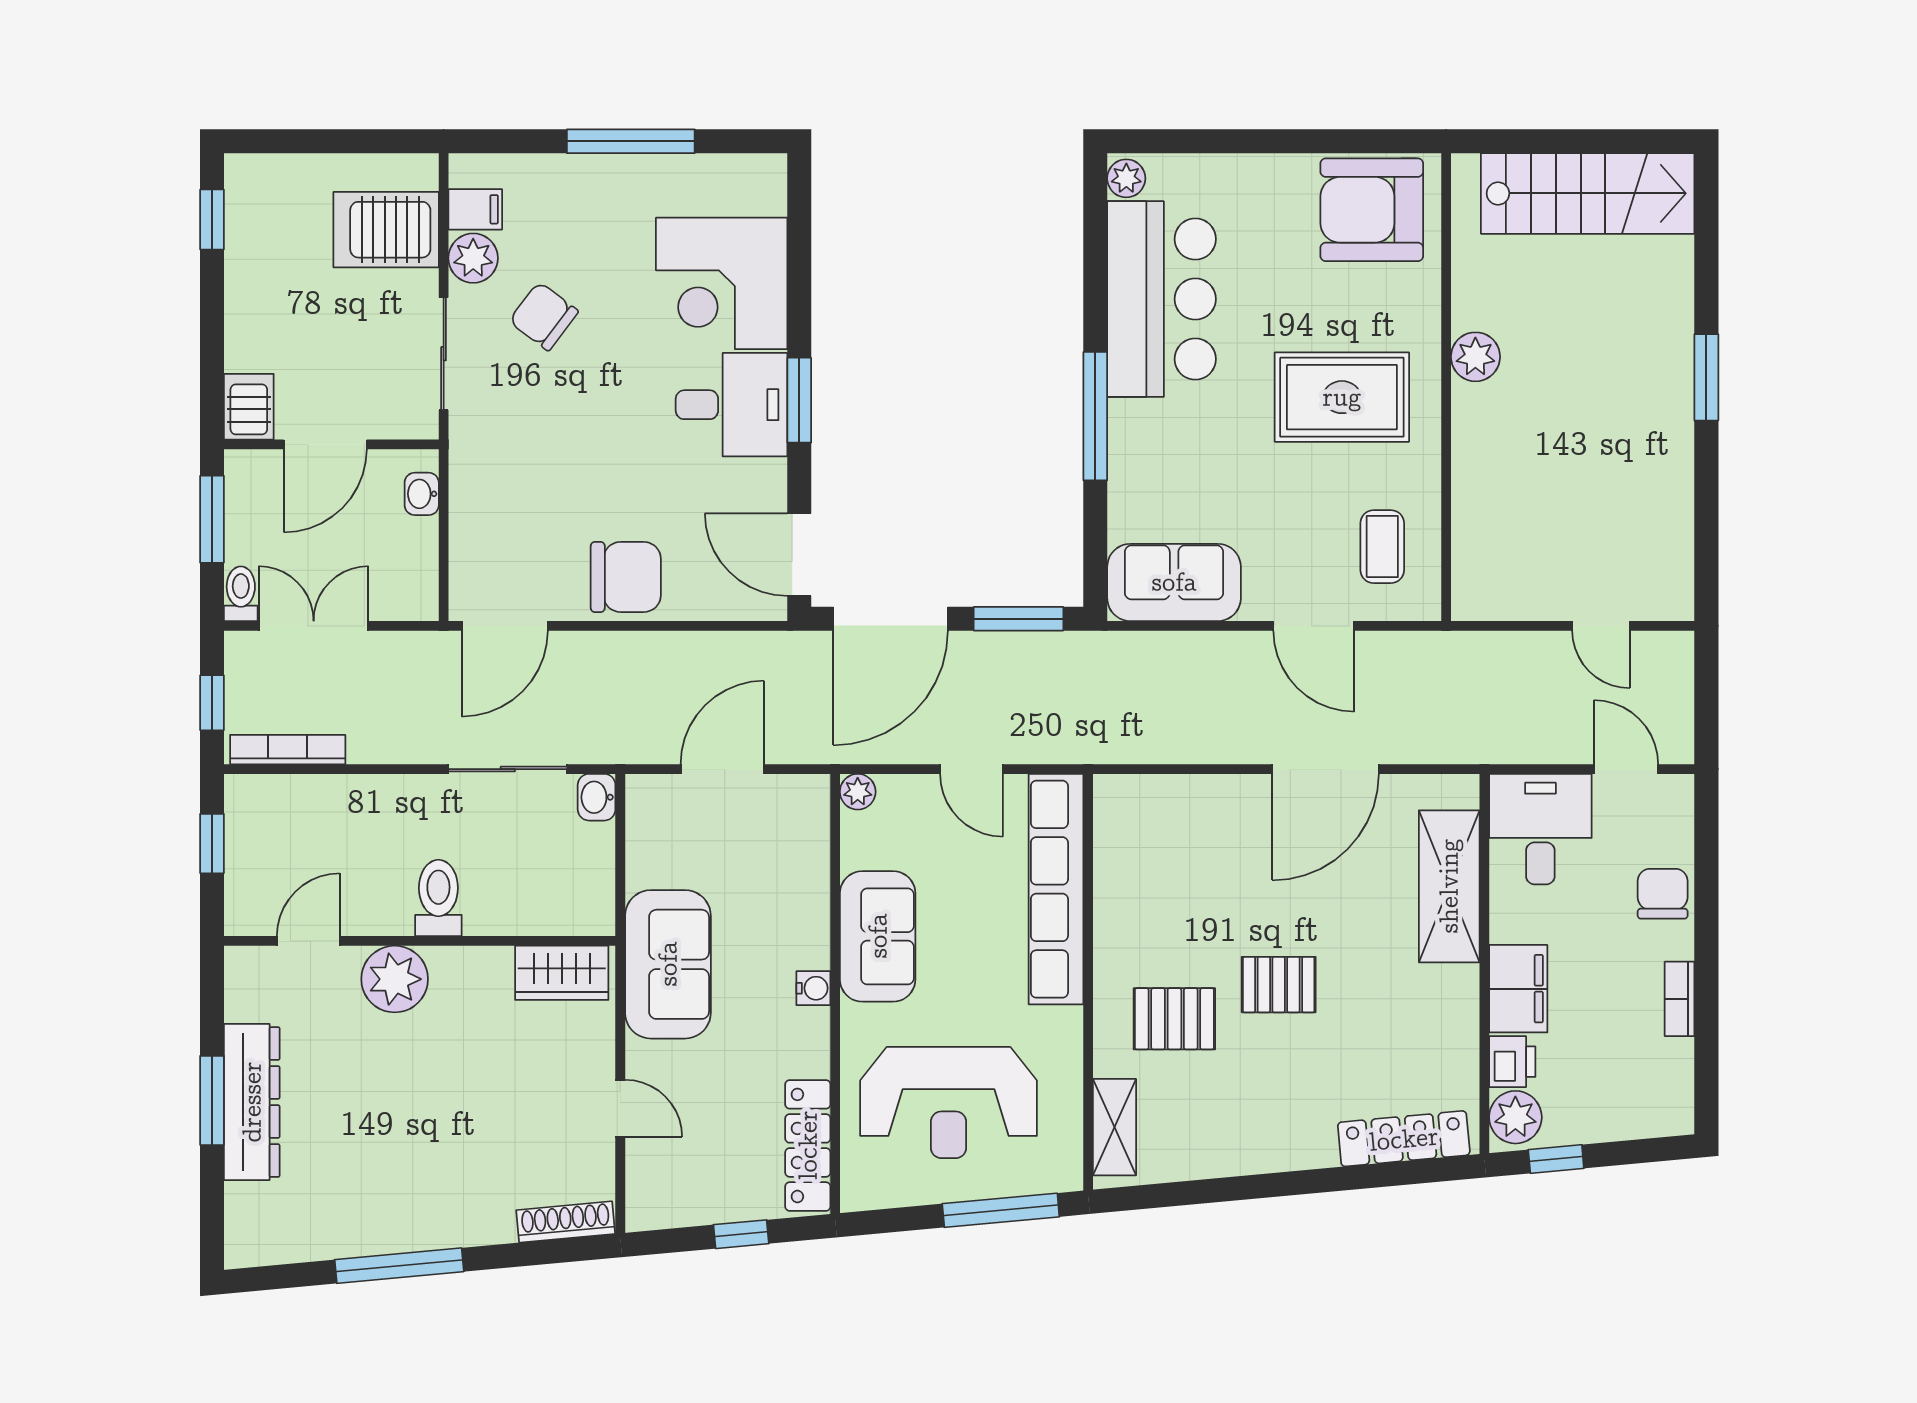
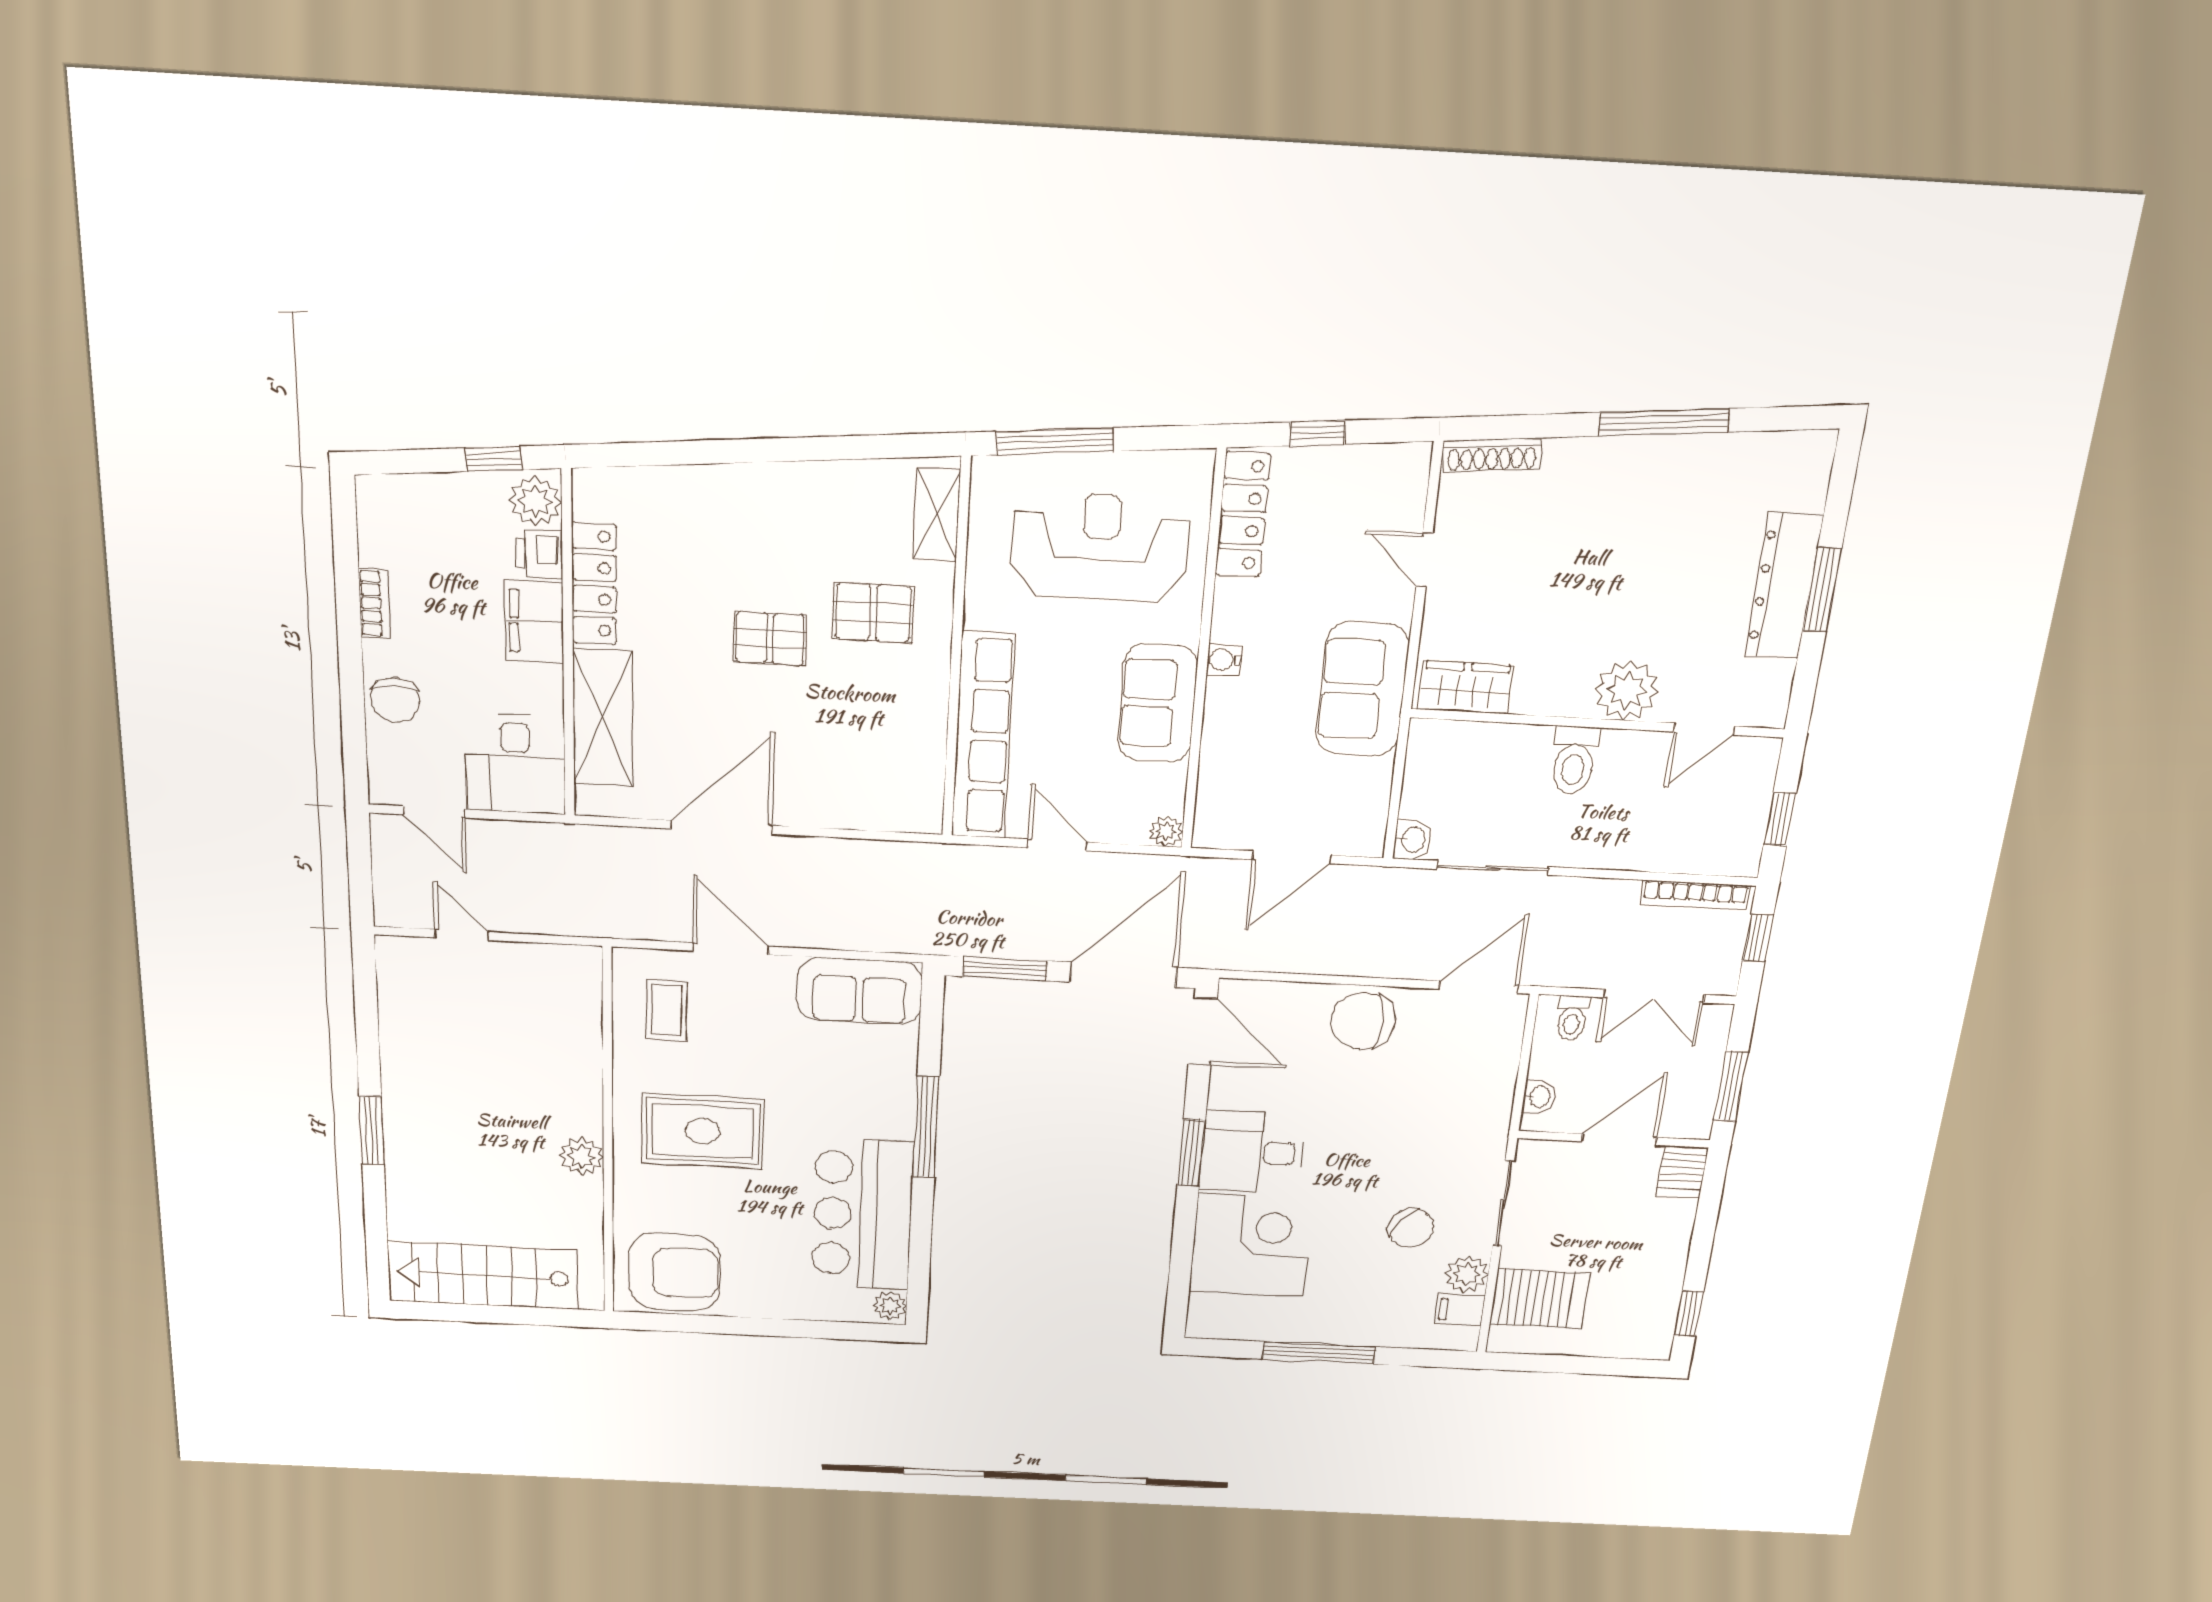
toilet: (241, 594) -> (1572, 1018), moved
locker: (1404, 1139) -> (594, 583), moved, turned -85

